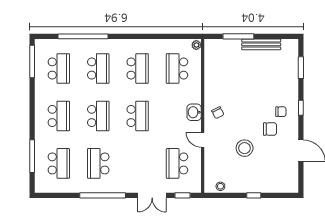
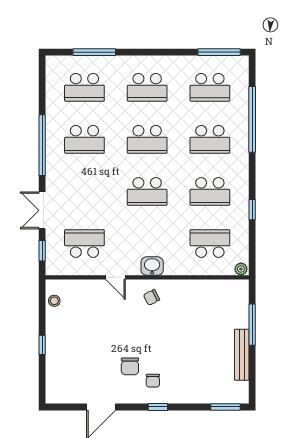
window: (151, 36) -> (252, 210), added
window: (301, 68) -> (225, 407), moved
door: (203, 140) -> (116, 277), swing flipped
stool: (245, 148) -> (105, 333), removed
school desk: (98, 163) -> (84, 139), turned 180

